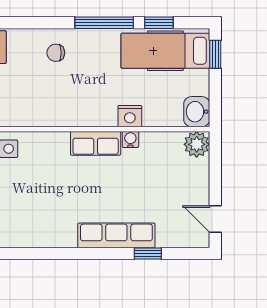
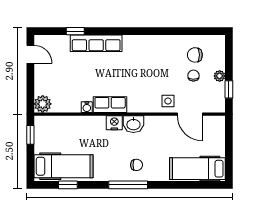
window: (104, 23) -> (128, 185), moved
window: (215, 54) -> (30, 135), moved
washbasin: (197, 112) -> (133, 124), moved, turned 90
nightstand: (130, 116) -> (114, 123), moved

